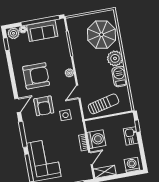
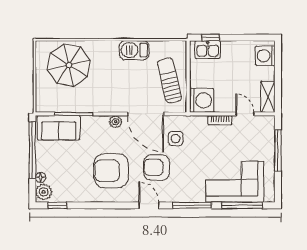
sofa: (42, 31) -> (59, 128), moved, turned 90
plant: (115, 58) -> (107, 52), removed
armchair: (36, 76) -> (111, 171), turned -90
door: (78, 92) -> (146, 114), width x1.88
armchair: (44, 106) -> (157, 167), turned 180
kitchen sink: (131, 136) -> (208, 50), moved
washing machine: (96, 139) -> (202, 100), moved, turned 90

